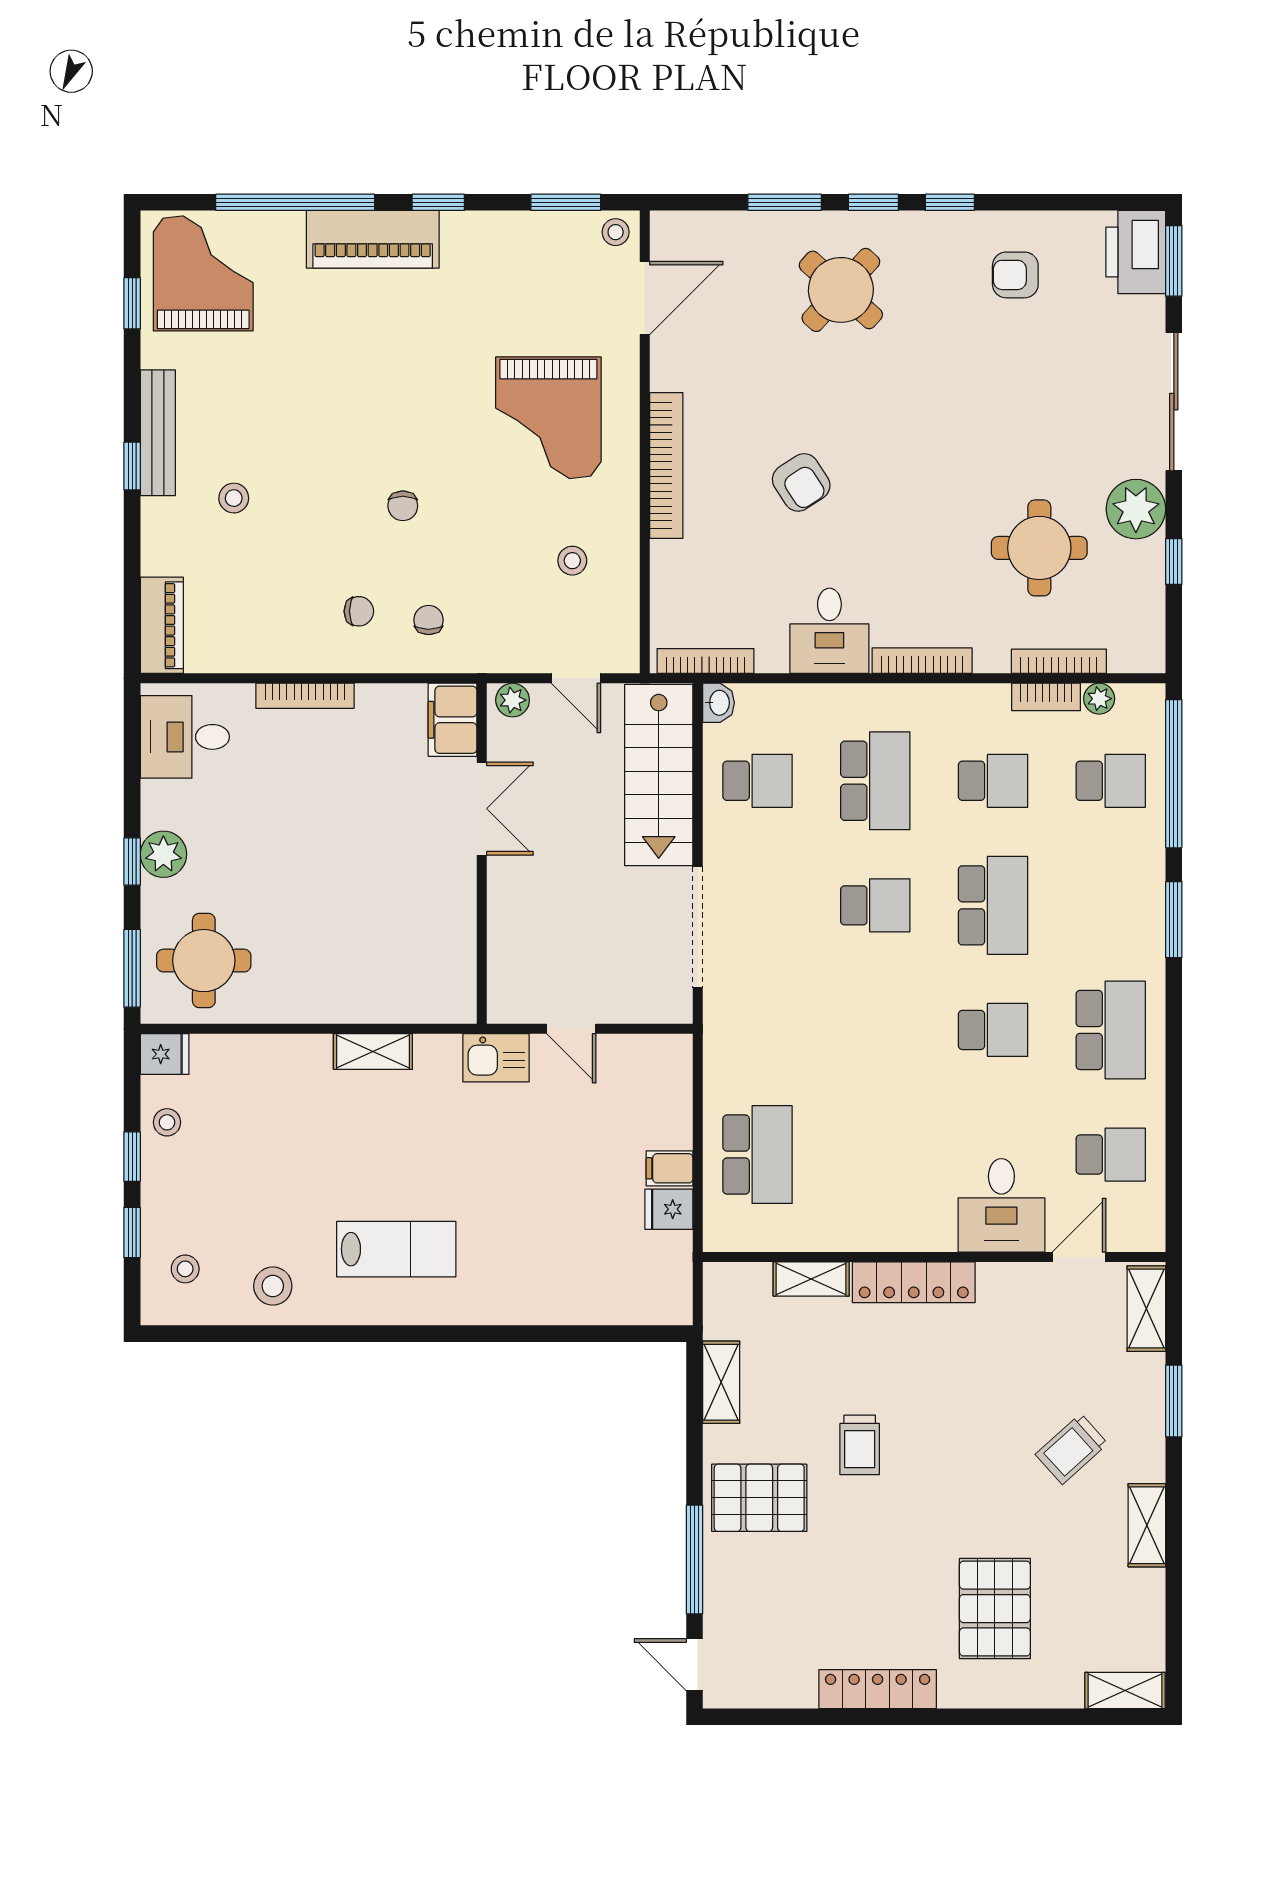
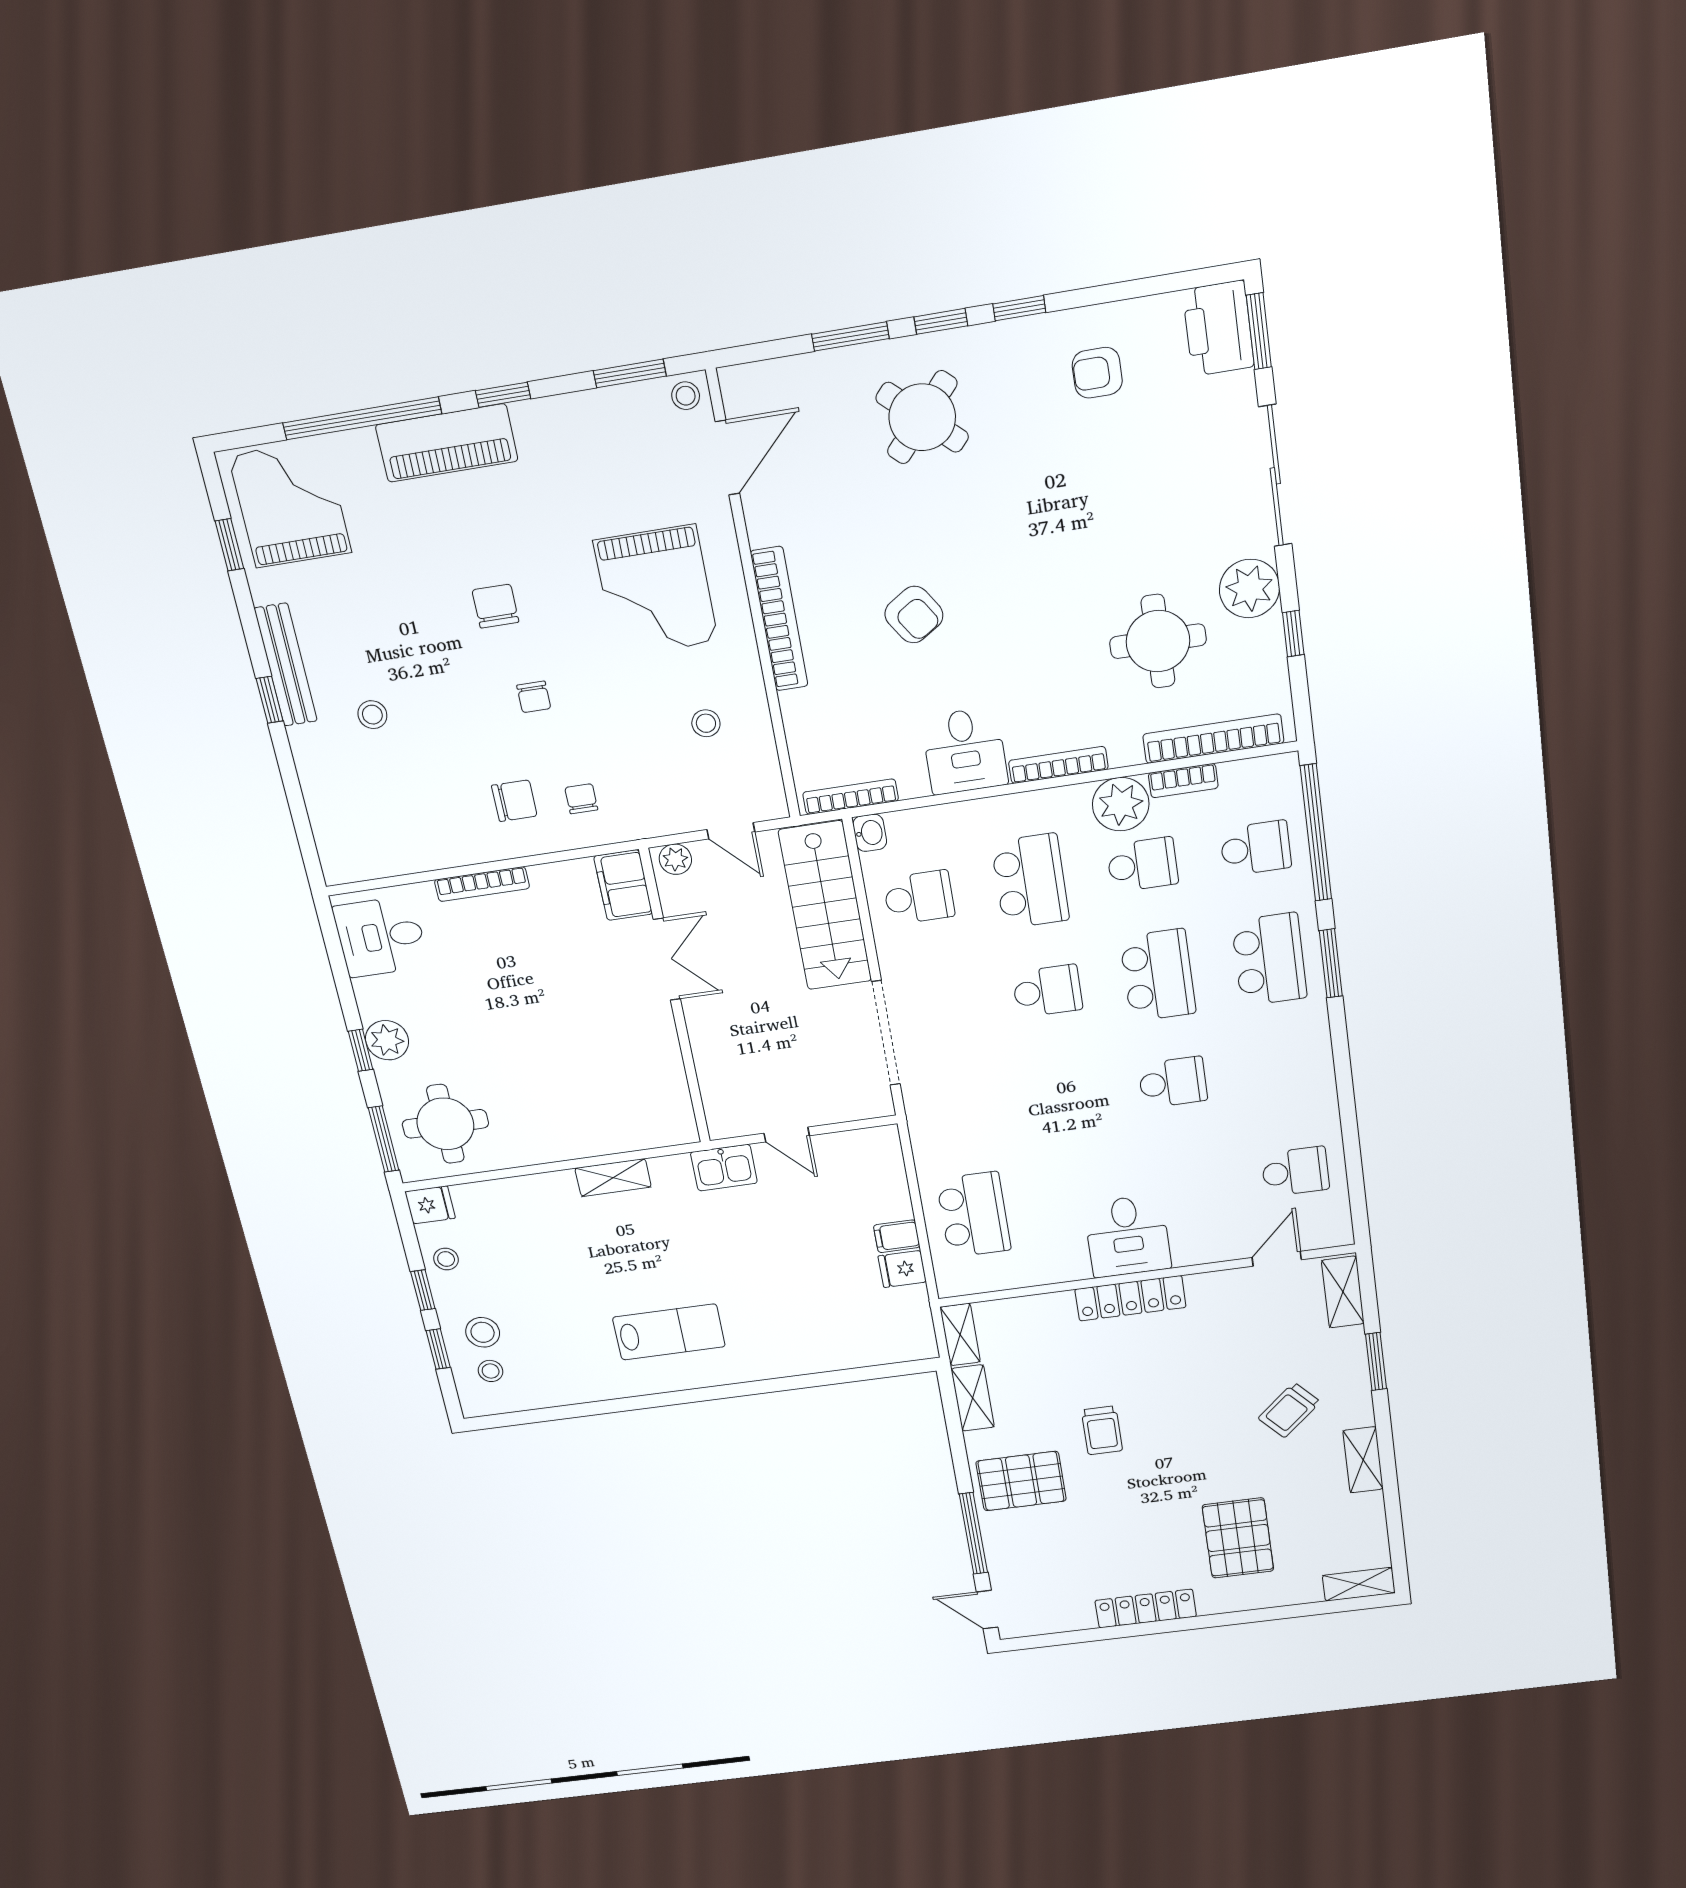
chair: (385, 407) -> (495, 606), added
chair: (359, 611) -> (514, 801), width x1.37, depth x1.37
piano: (162, 625) -> (335, 841), removed
bookcase: (1059, 661) -> (1213, 739), width x1.48, depth x1.31
plant: (1099, 699) -> (1121, 804), moved, width x1.87, depth x1.87
school desk: (1111, 1030) -> (1269, 959), moved
desk: (1001, 1205) -> (1127, 1236), moved
shelving: (811, 1279) -> (960, 1335), moved, turned 90
stool: (273, 1286) -> (483, 1332), moved

